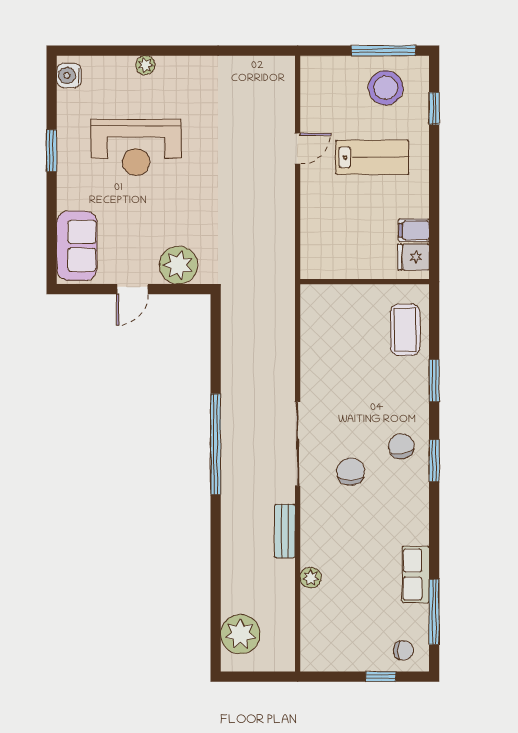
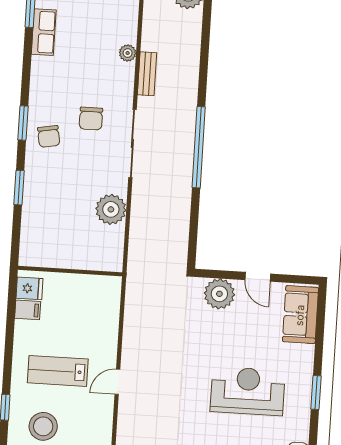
door: (132, 289) -> (258, 277), swing flipped
coffee table: (405, 330) -> (40, 230), removed
plant: (319, 361) -> (111, 209), added
plant: (311, 578) -> (128, 53), moved

